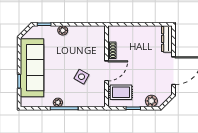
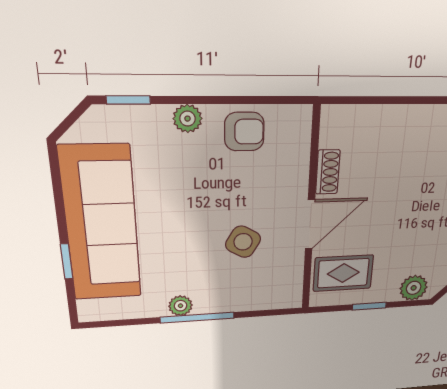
armchair: (82, 35) -> (244, 132), added

